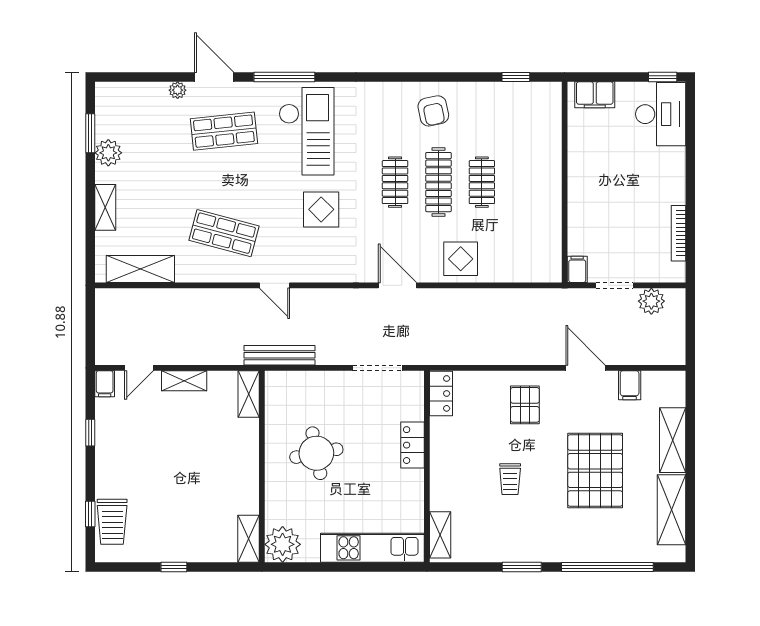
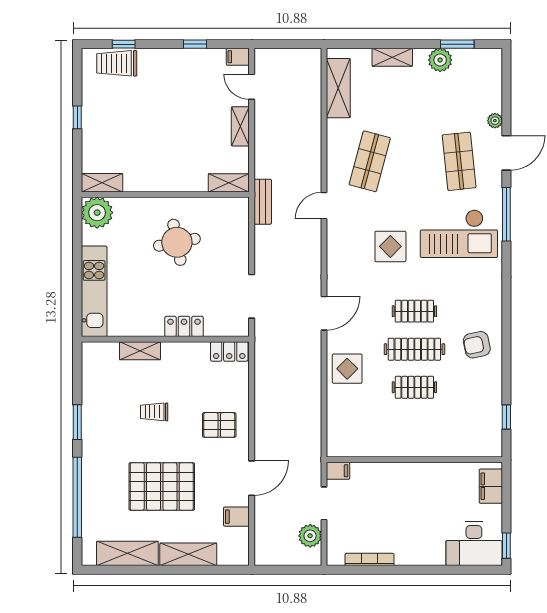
bench: (280, 355) -> (263, 202), width x0.73
shelving: (440, 535) -> (140, 351), moved

